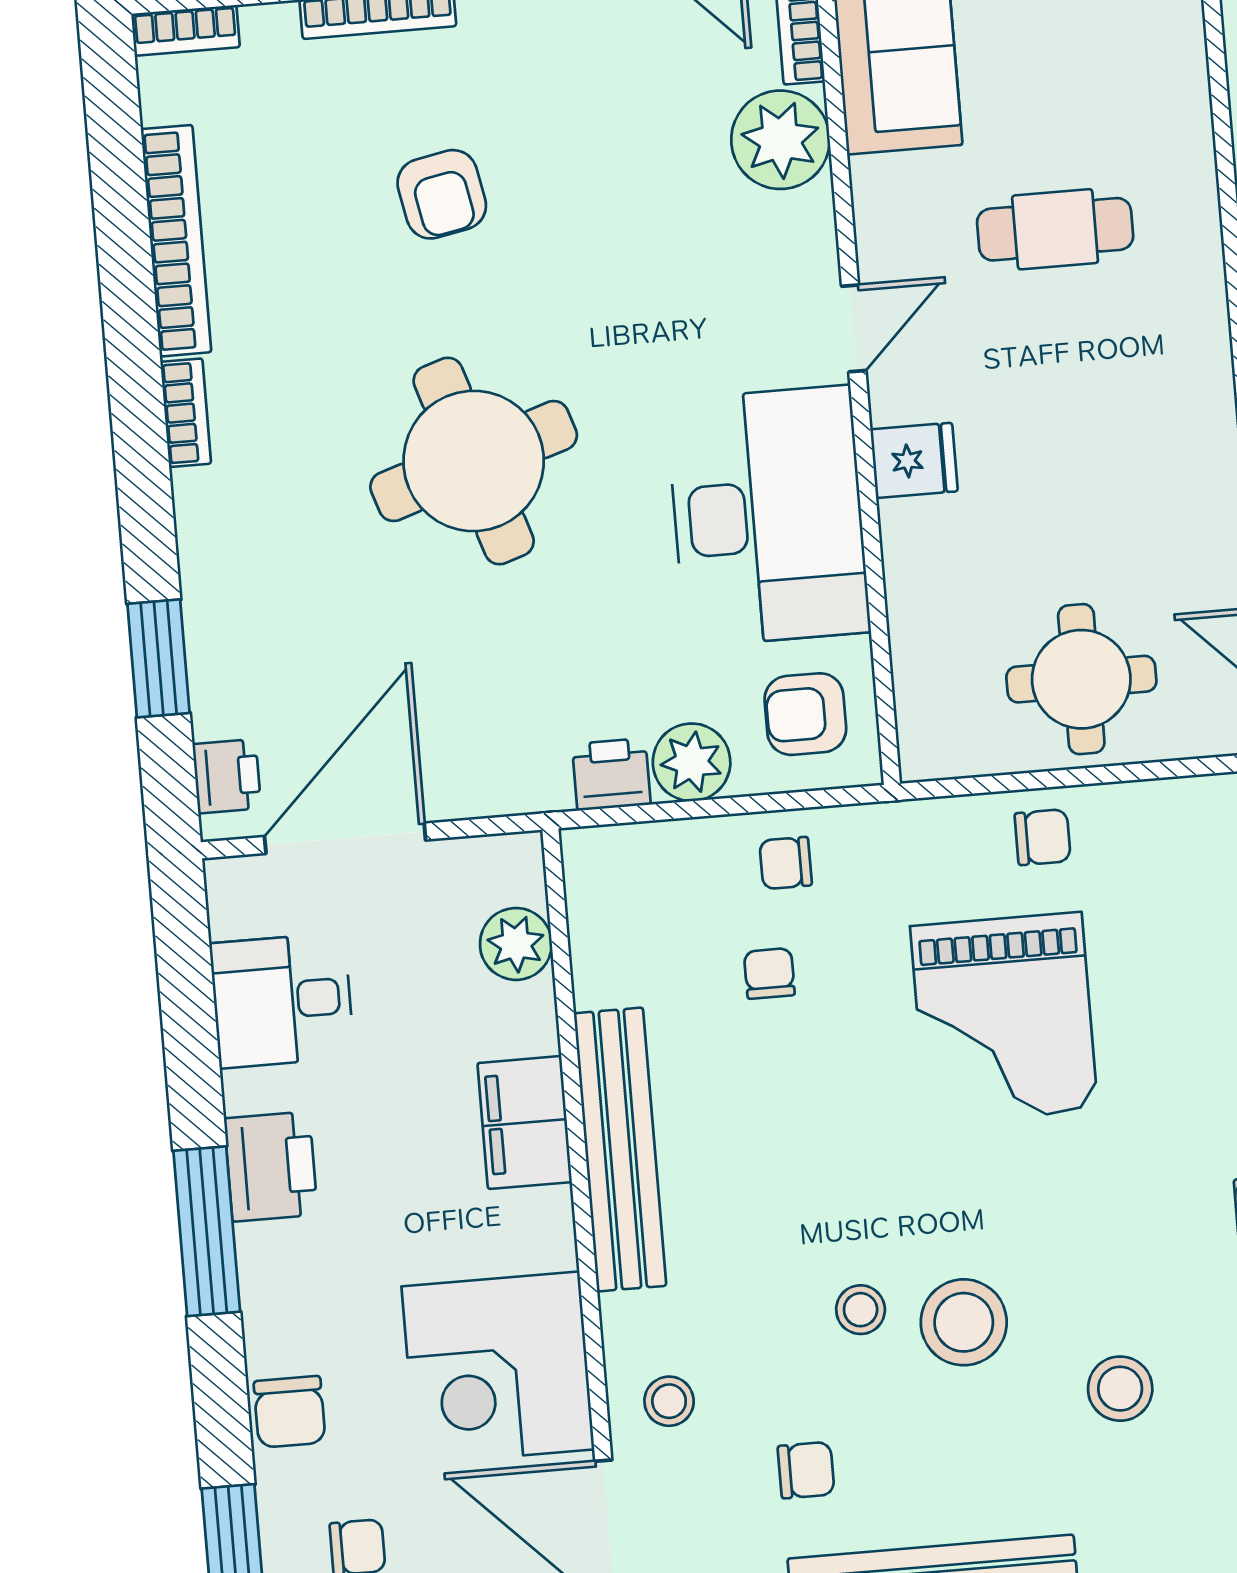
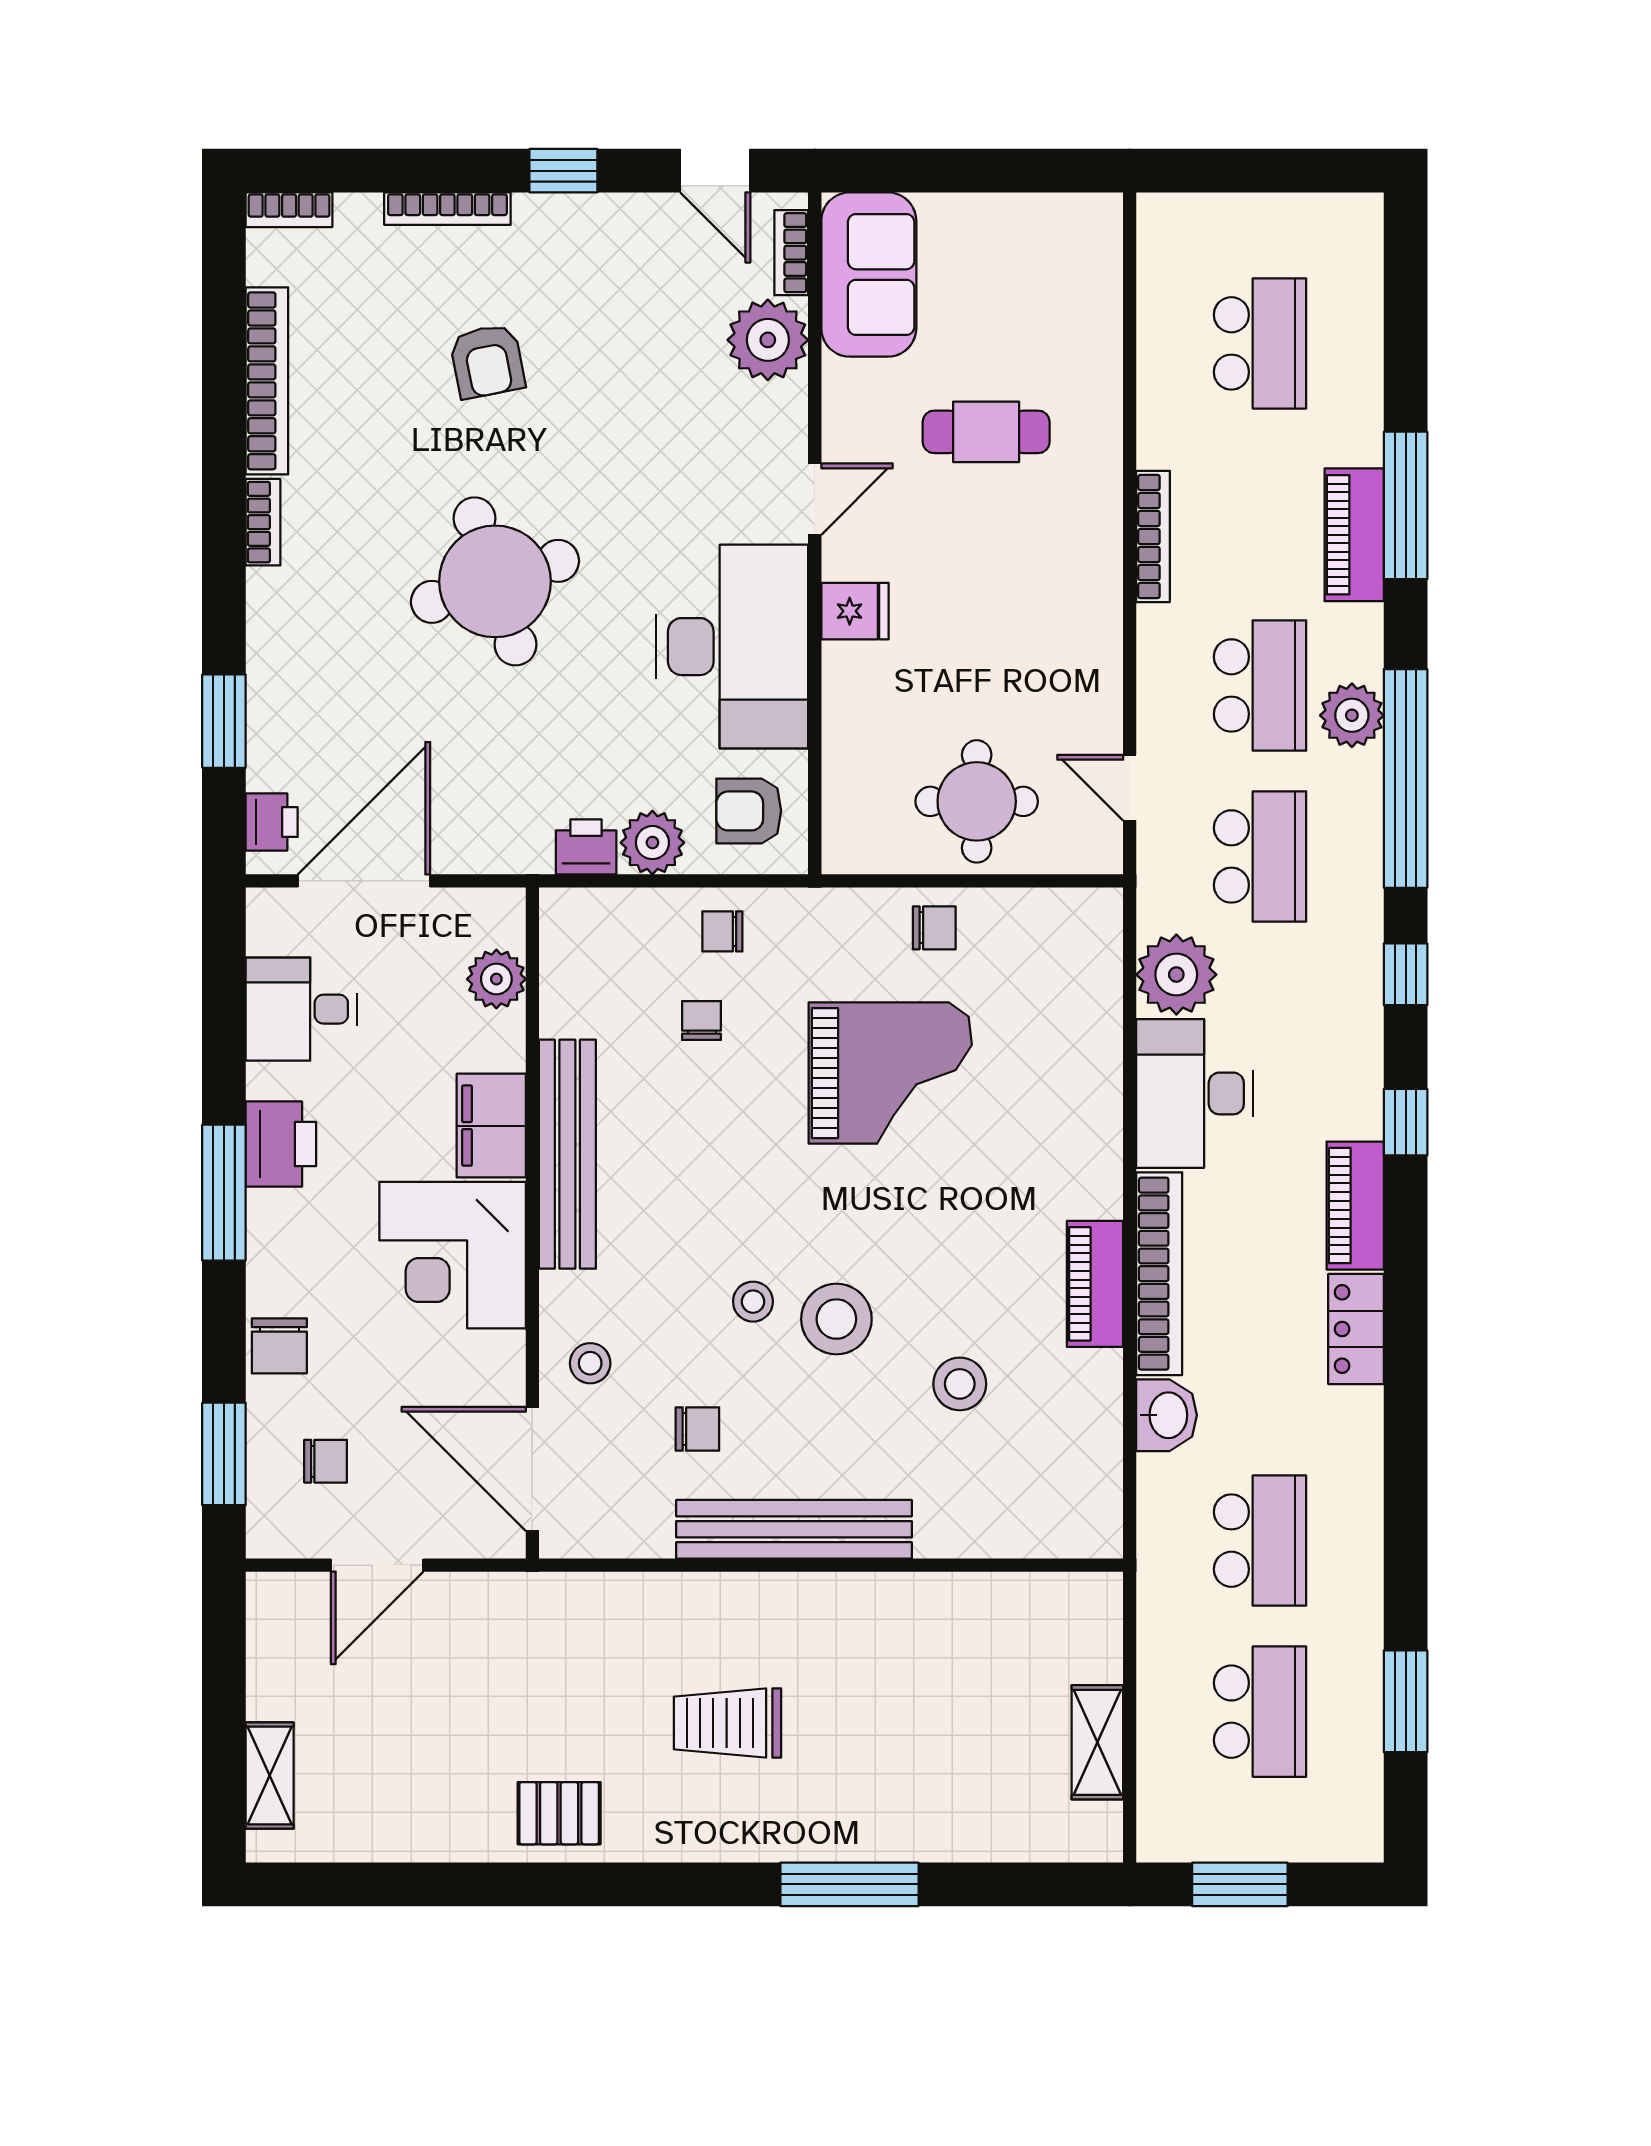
grand piano: (1004, 1018) -> (890, 1073), turned -90
corner desk: (498, 1368) -> (453, 1255), moved

